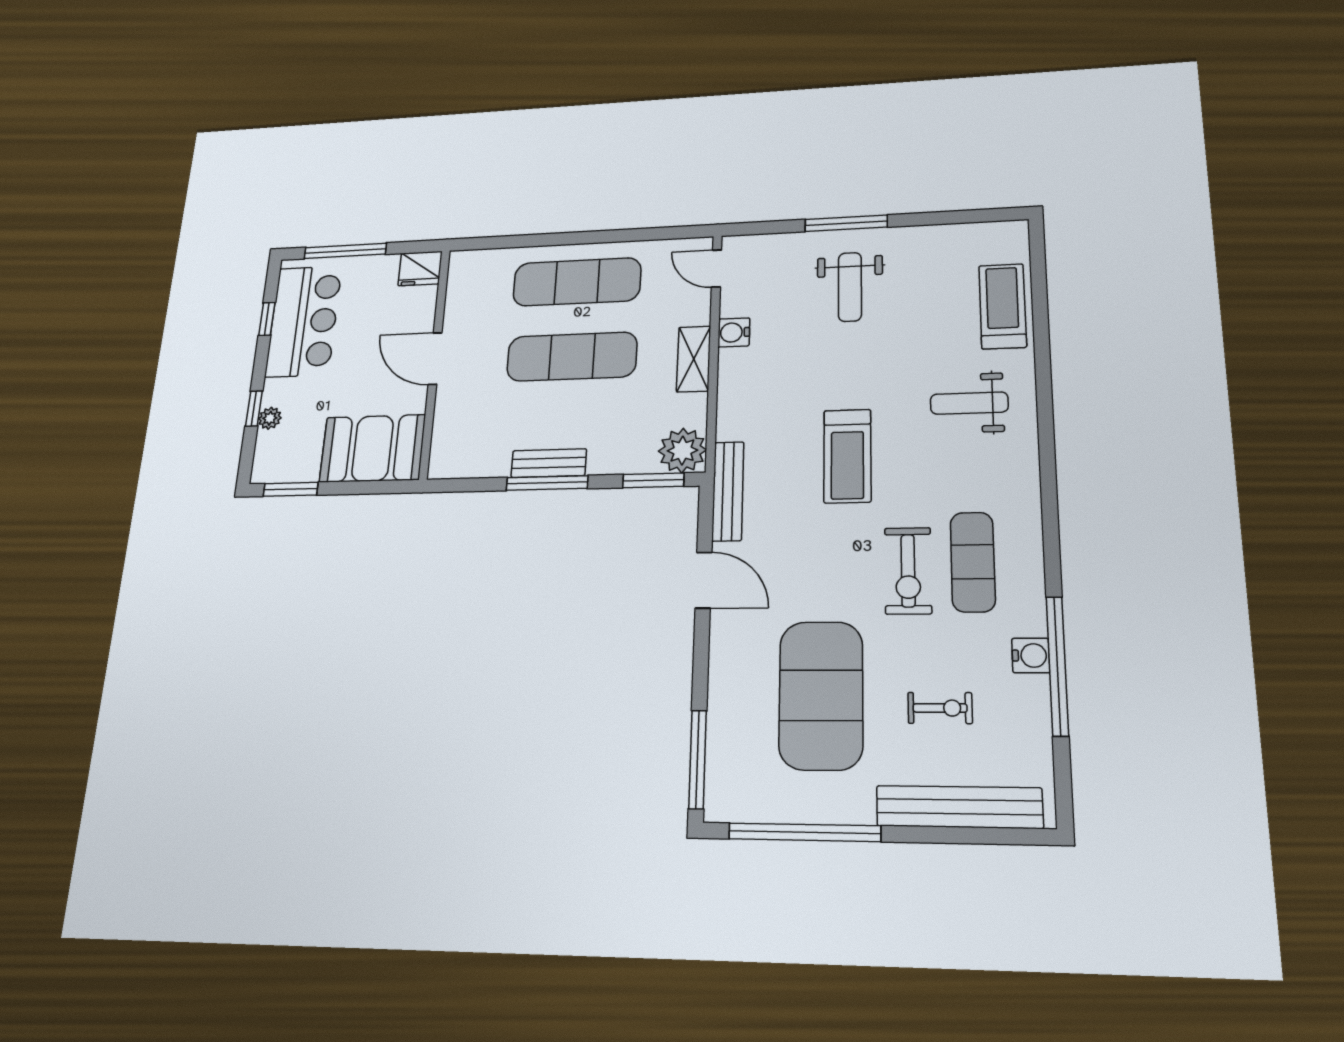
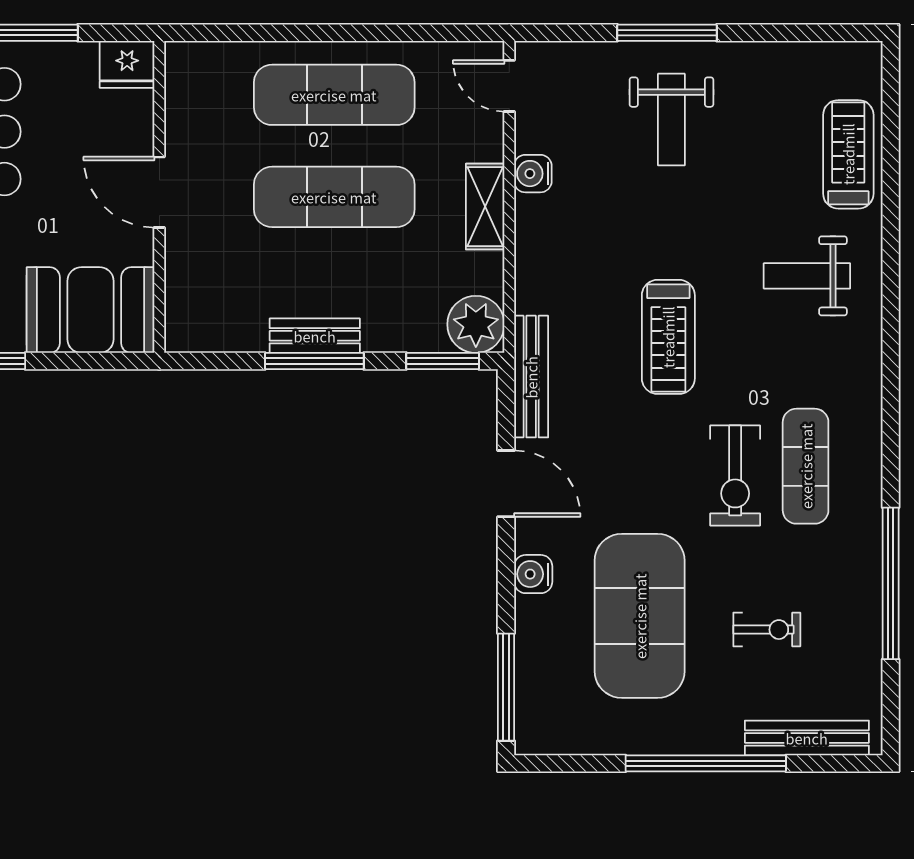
water cooler: (1031, 656) -> (533, 574), moved, turned 180
bench: (959, 807) -> (807, 738), width x0.73, depth x0.82
window: (804, 832) -> (706, 763), moved

